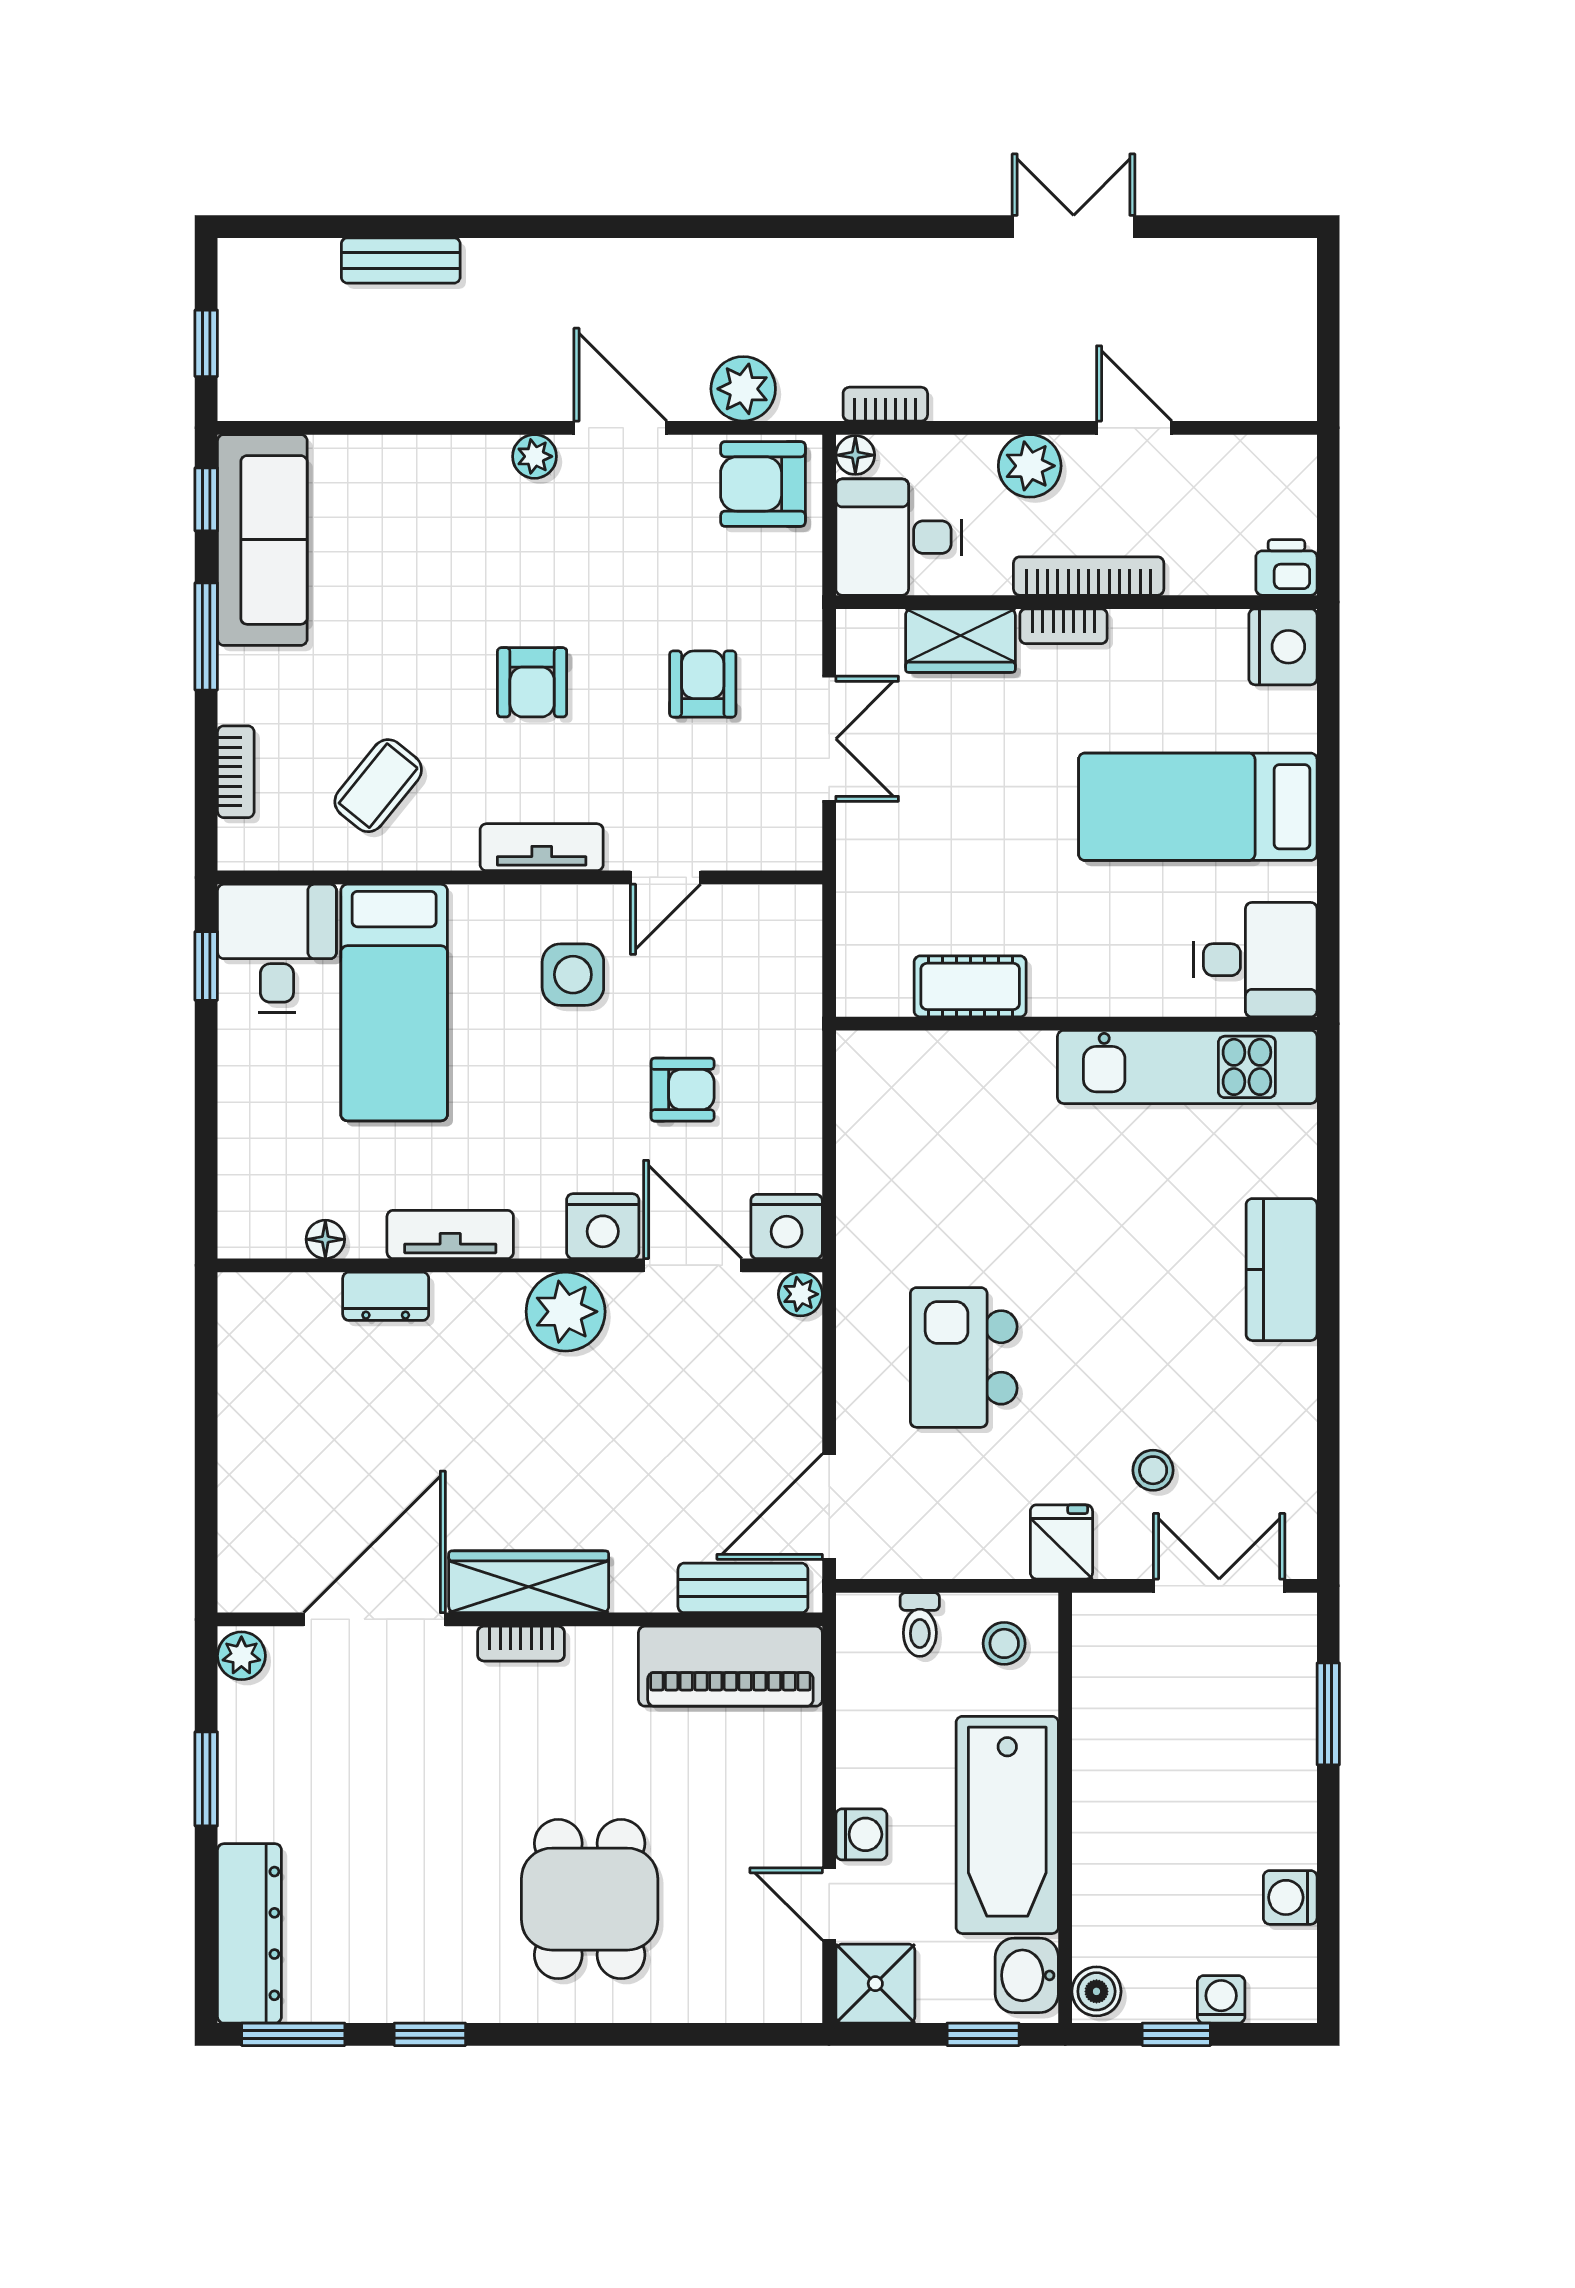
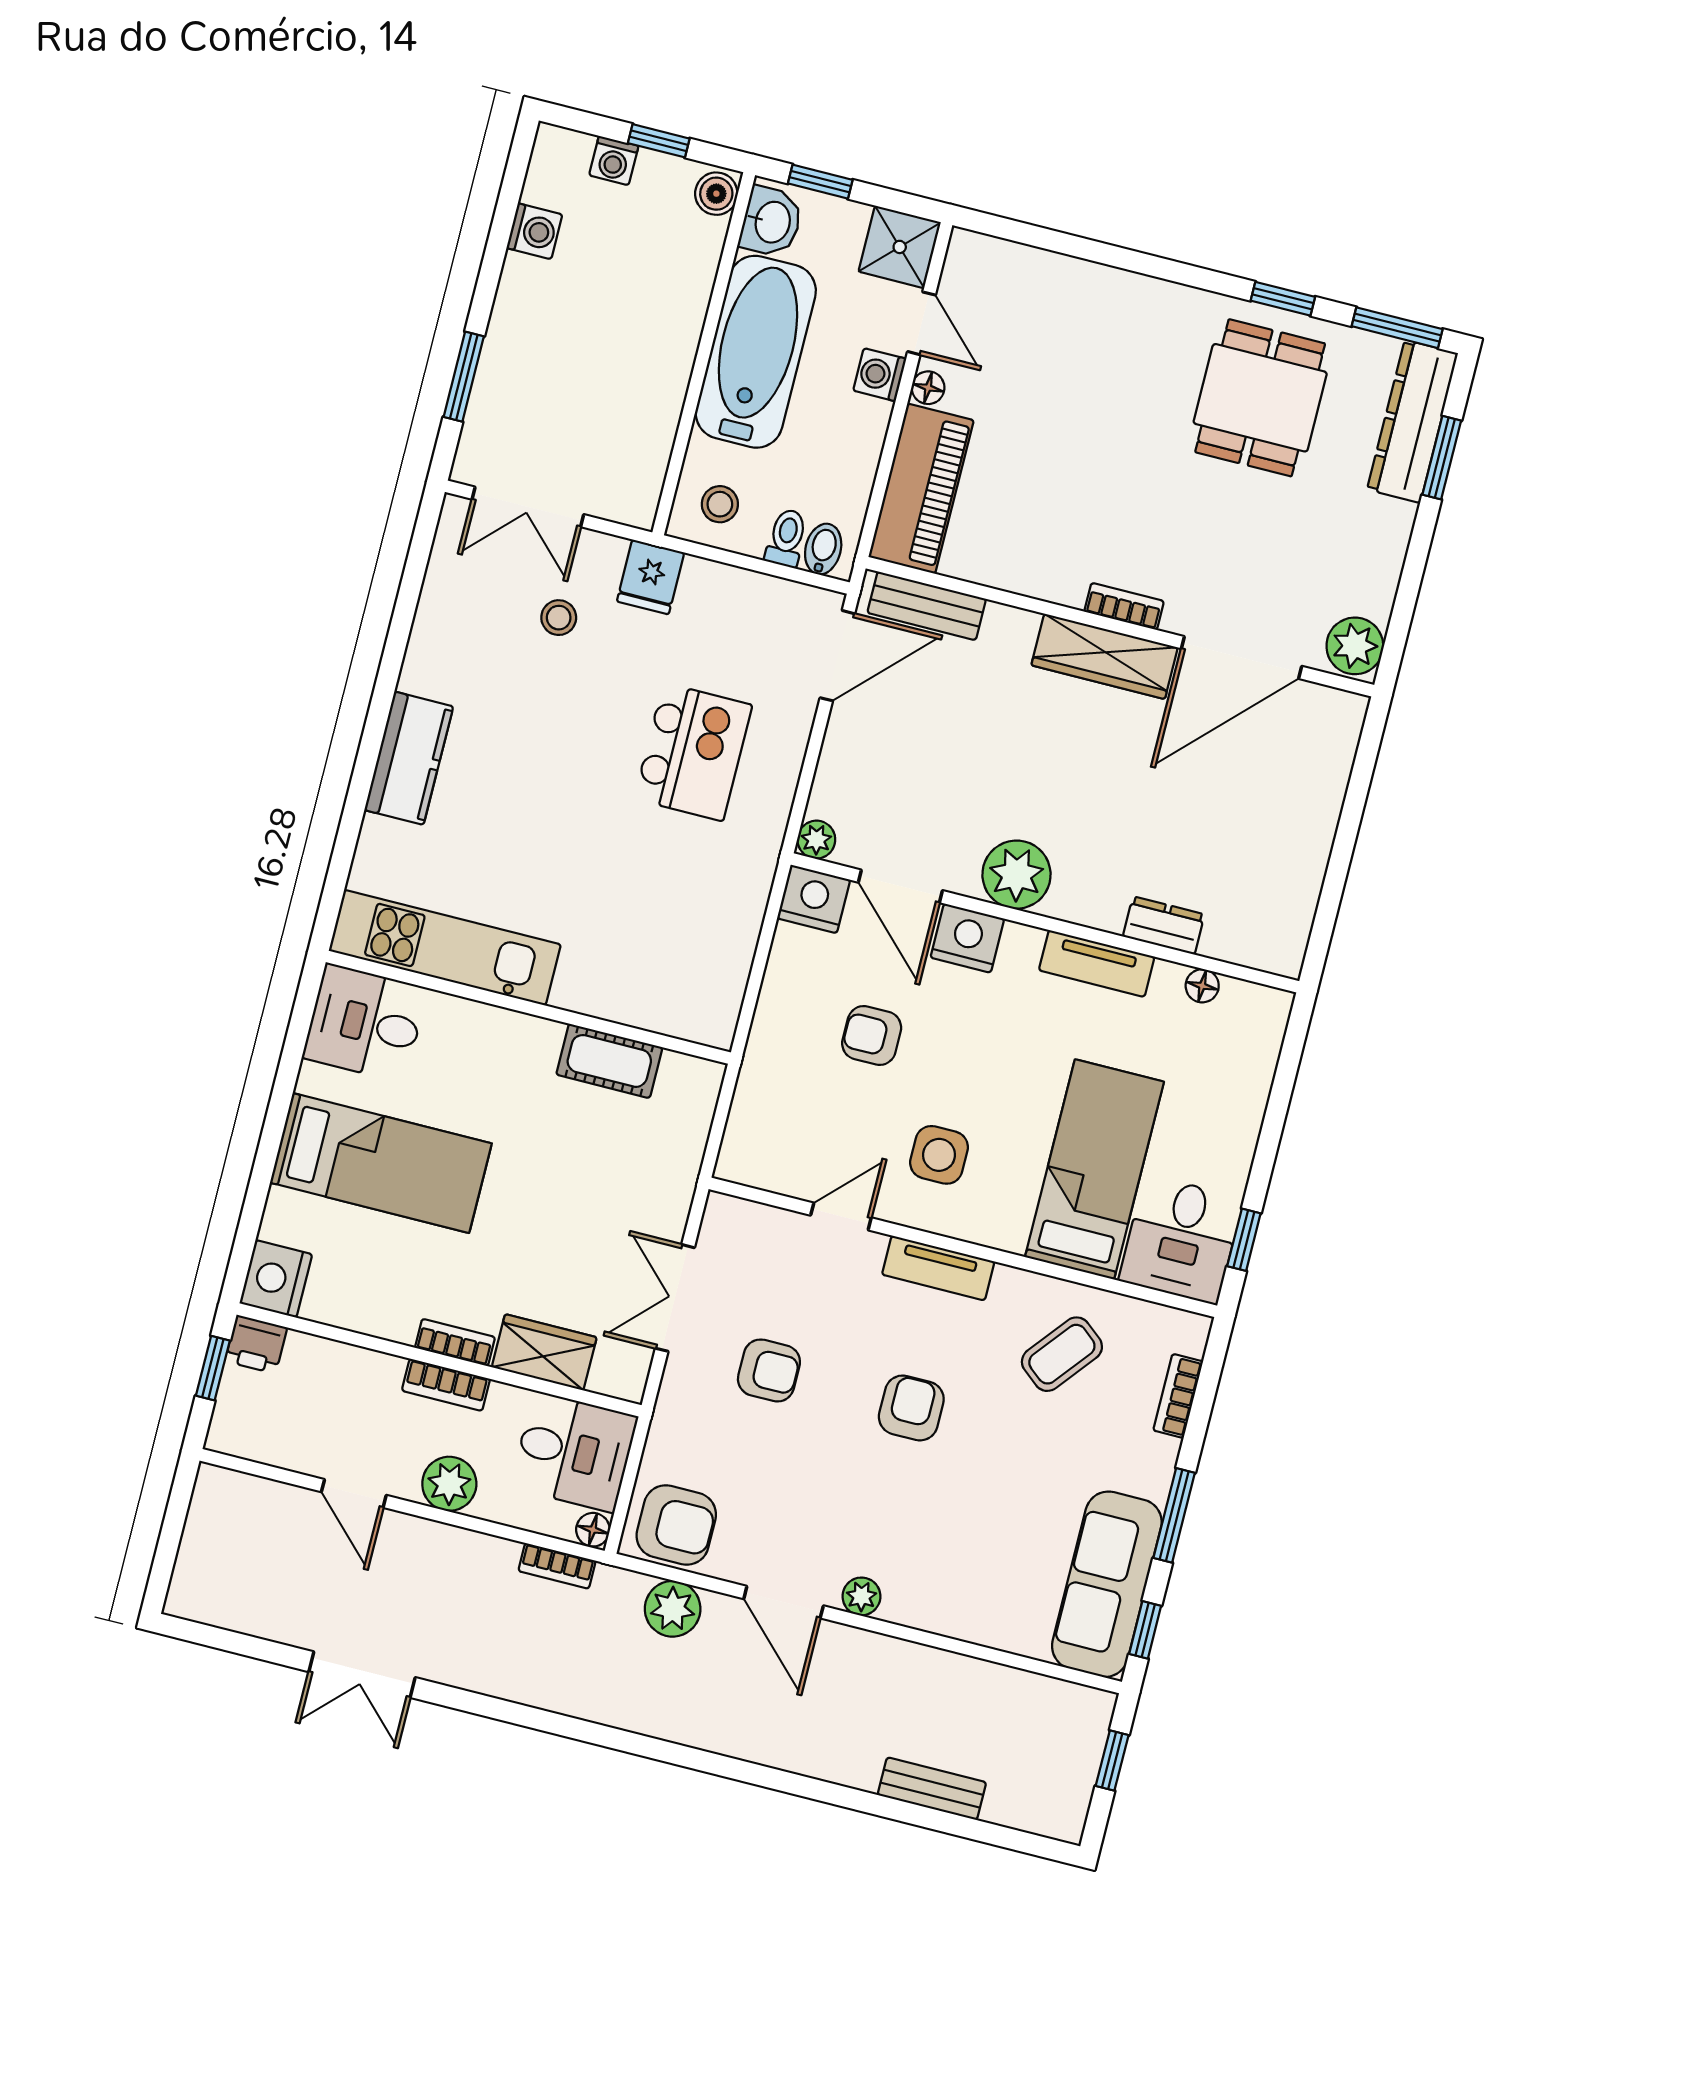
window: (1328, 529) -> (213, 1368), added
bookcase: (1089, 576) -> (446, 1385), width x0.64
armchair: (703, 684) -> (769, 1370), turned -90
bidet: (875, 1622) -> (823, 549), added
plant: (241, 1656) -> (1355, 646), width x1.38, depth x1.38
piano: (730, 1666) -> (921, 489), moved, turned 90
window: (206, 1779) -> (1442, 458), moved
floor lamp: (803, 1834) -> (928, 388), added
dining table: (590, 1899) -> (1260, 398), moved

